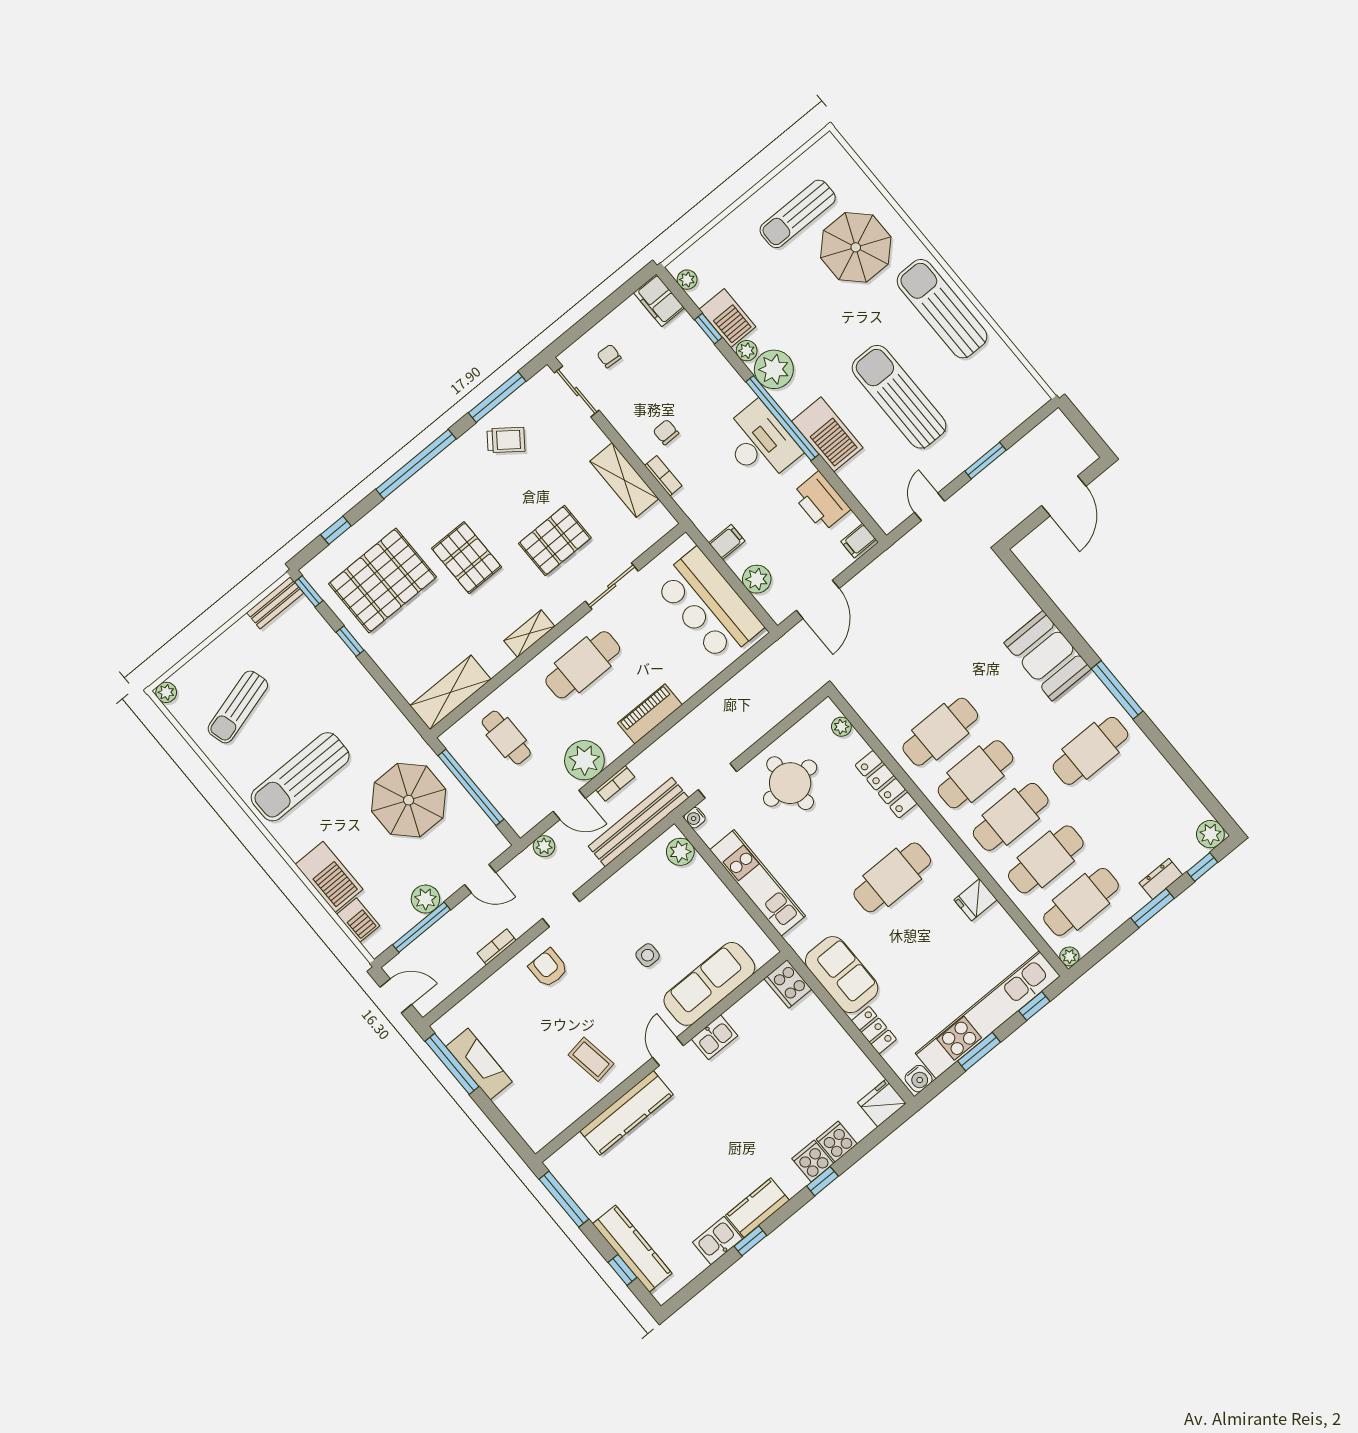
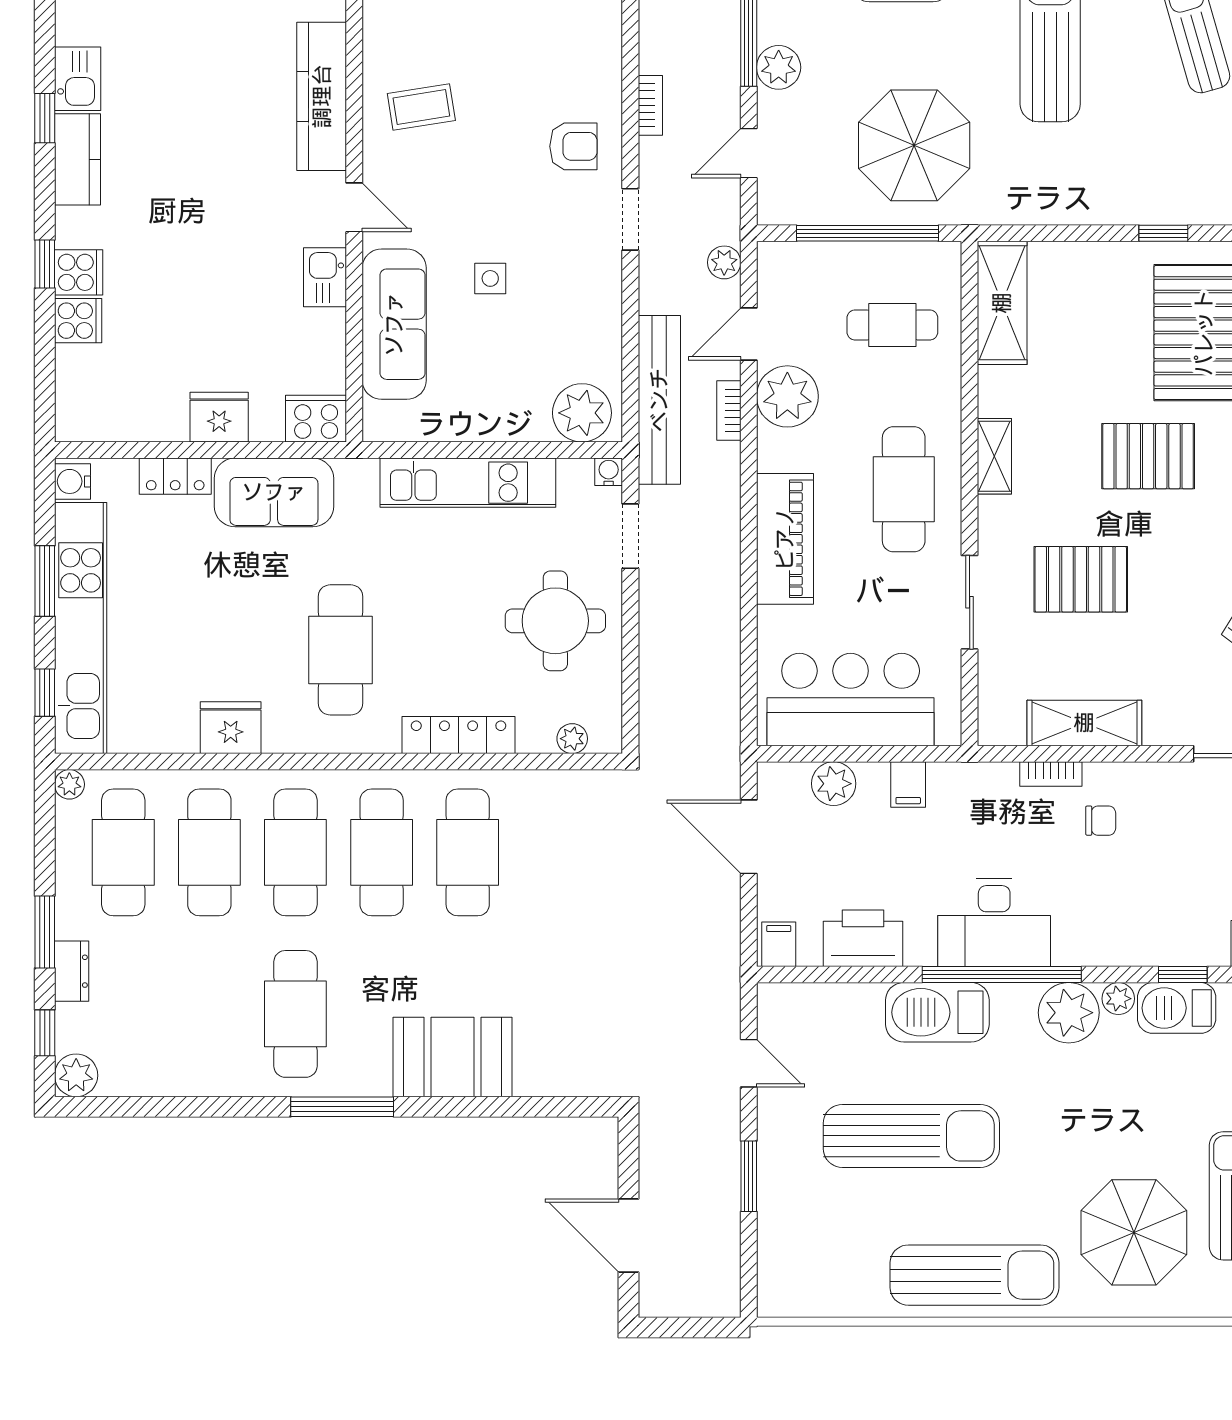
pallet: (555, 541) -> (1081, 579), turned 90
piano: (650, 714) -> (785, 539), width x1.37, depth x1.33
plant: (680, 852) -> (582, 413), width x1.36, depth x1.36
fridge: (976, 900) -> (231, 728), width x1.38
fridge: (882, 1103) -> (219, 417), moved, turned -90

